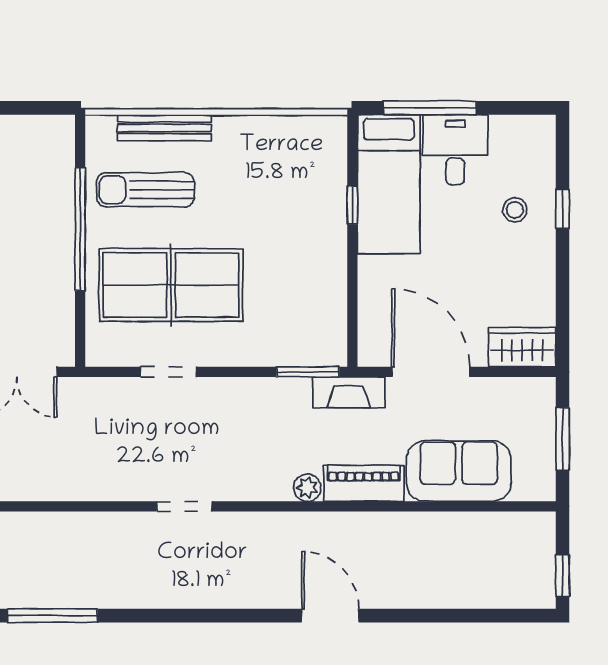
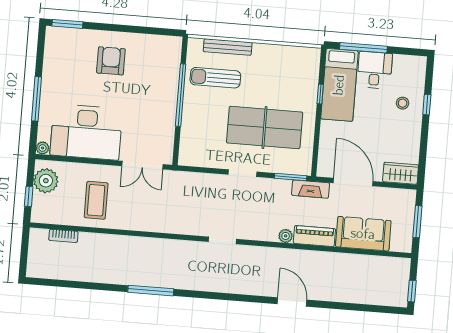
table tennis table: (171, 285) -> (265, 127), moved
doorway: (168, 372) -> (243, 173), moved

